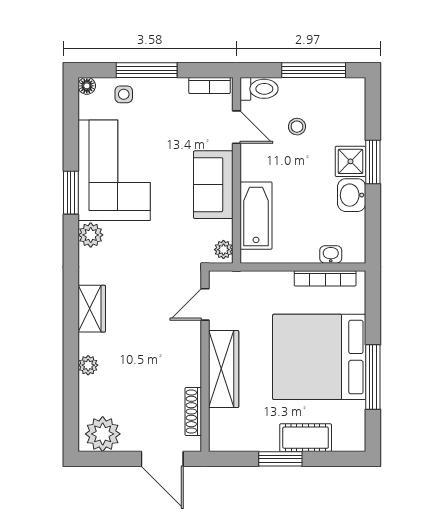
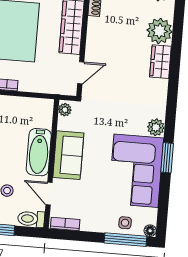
window: (147, 70) -> (125, 240), moved
bathtub: (256, 216) -> (39, 152), moved
wardrobe: (92, 309) -> (160, 62), moved
plant: (88, 365) -> (160, 31), width x1.87, depth x1.87

